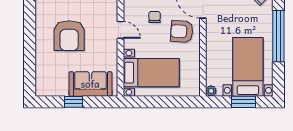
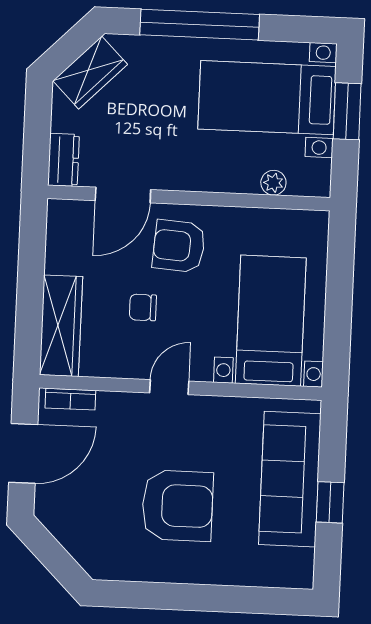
armchair: (182, 31) -> (179, 246), turned 90
sofa: (90, 84) -> (290, 479), width x1.36
plant: (211, 91) -> (273, 183), moved

